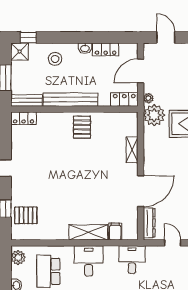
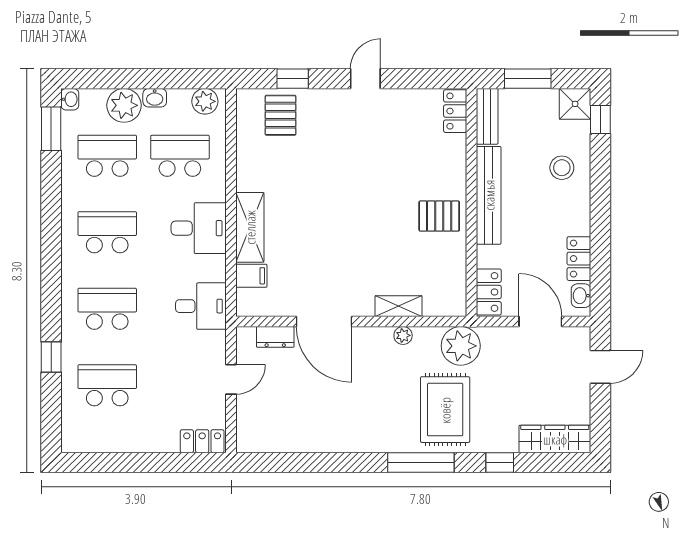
washbasin: (85, 48) -> (581, 296), moved
plant: (148, 98) -> (403, 335), moved
dresser: (149, 223) -> (275, 337), width x0.70

